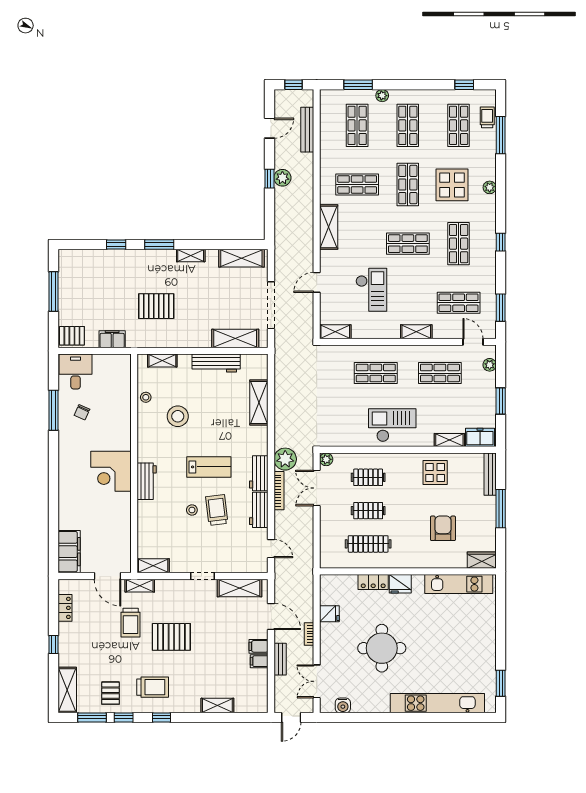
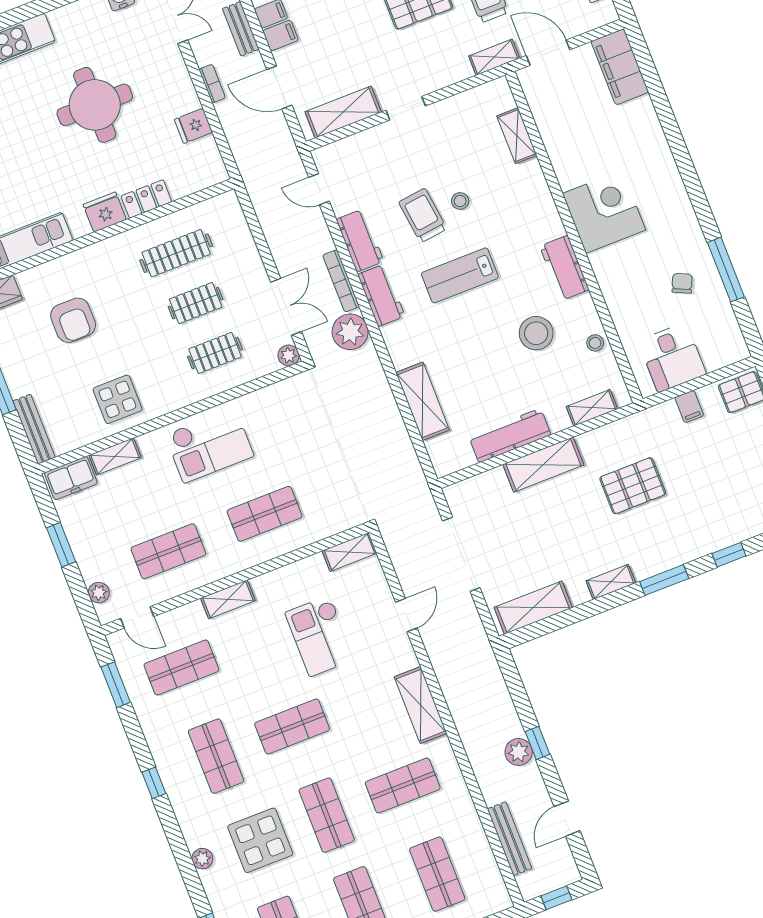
filing cabinet: (112, 339) -> (689, 407), width x0.50
shelving: (235, 339) -> (543, 465), moved
desk: (76, 372) -> (672, 357), moved
workbench: (147, 481) -> (564, 268), moved
trolley: (217, 510) -> (423, 215), turned 180
shelving: (153, 566) -> (517, 136), moved, turned 90

